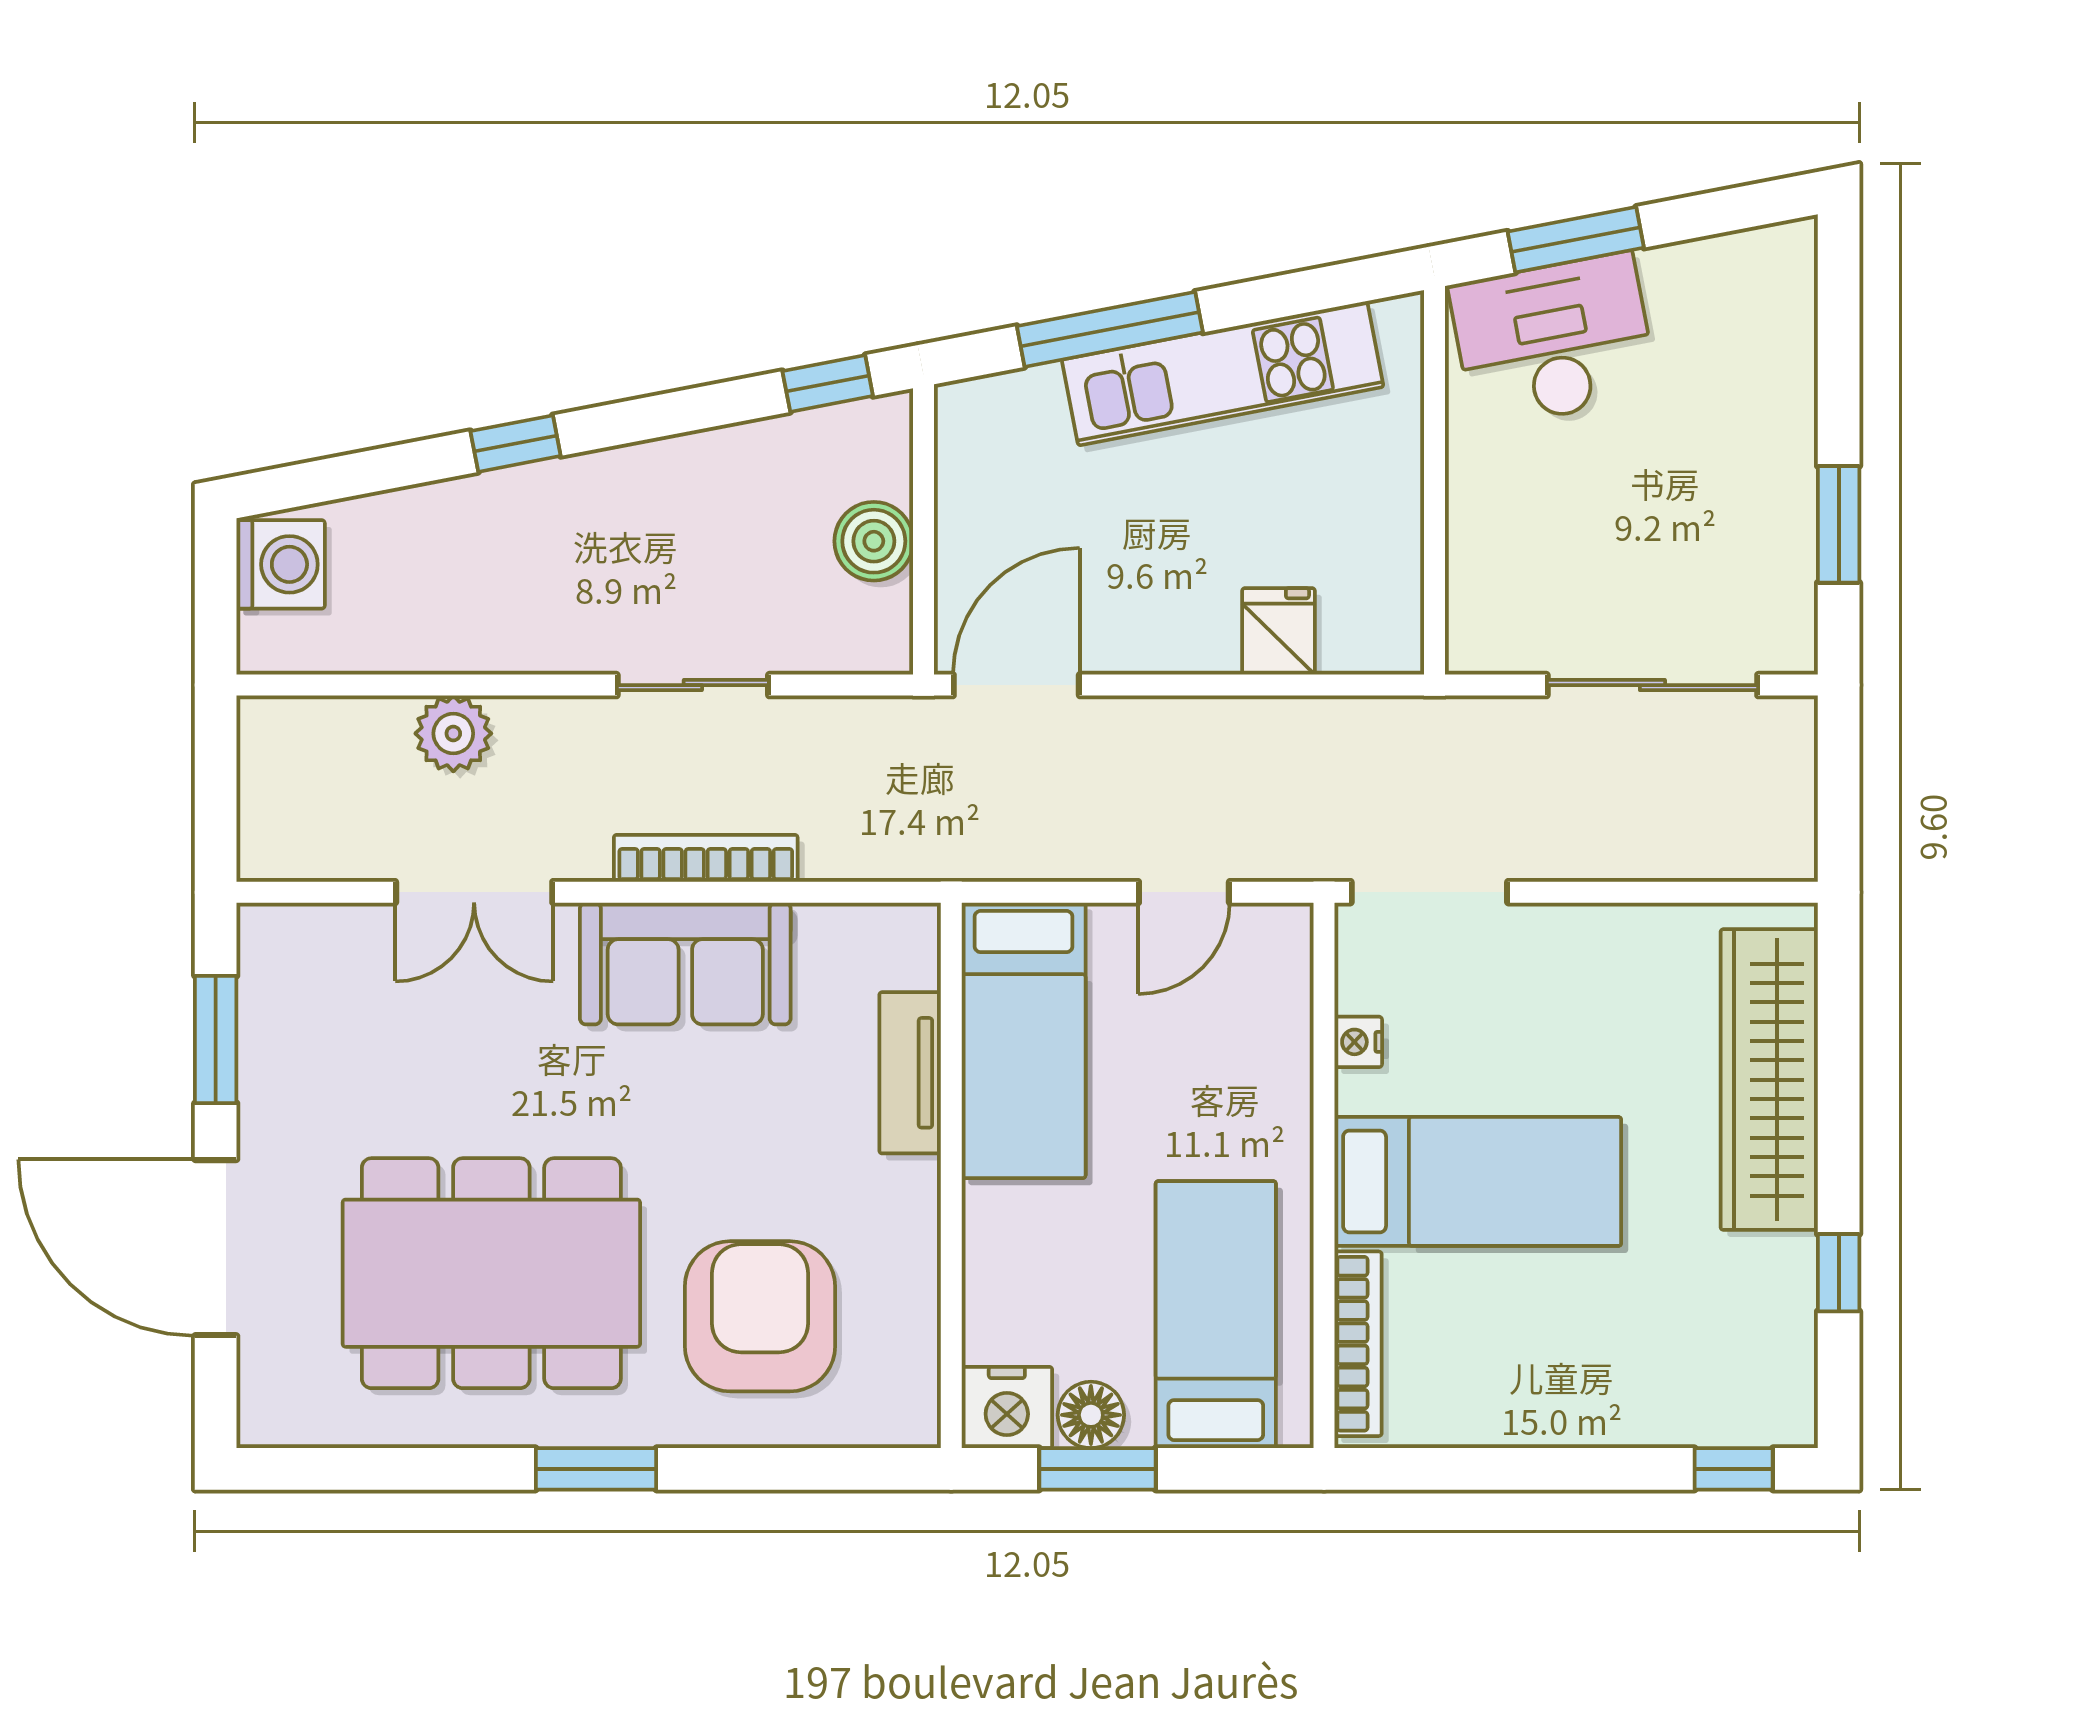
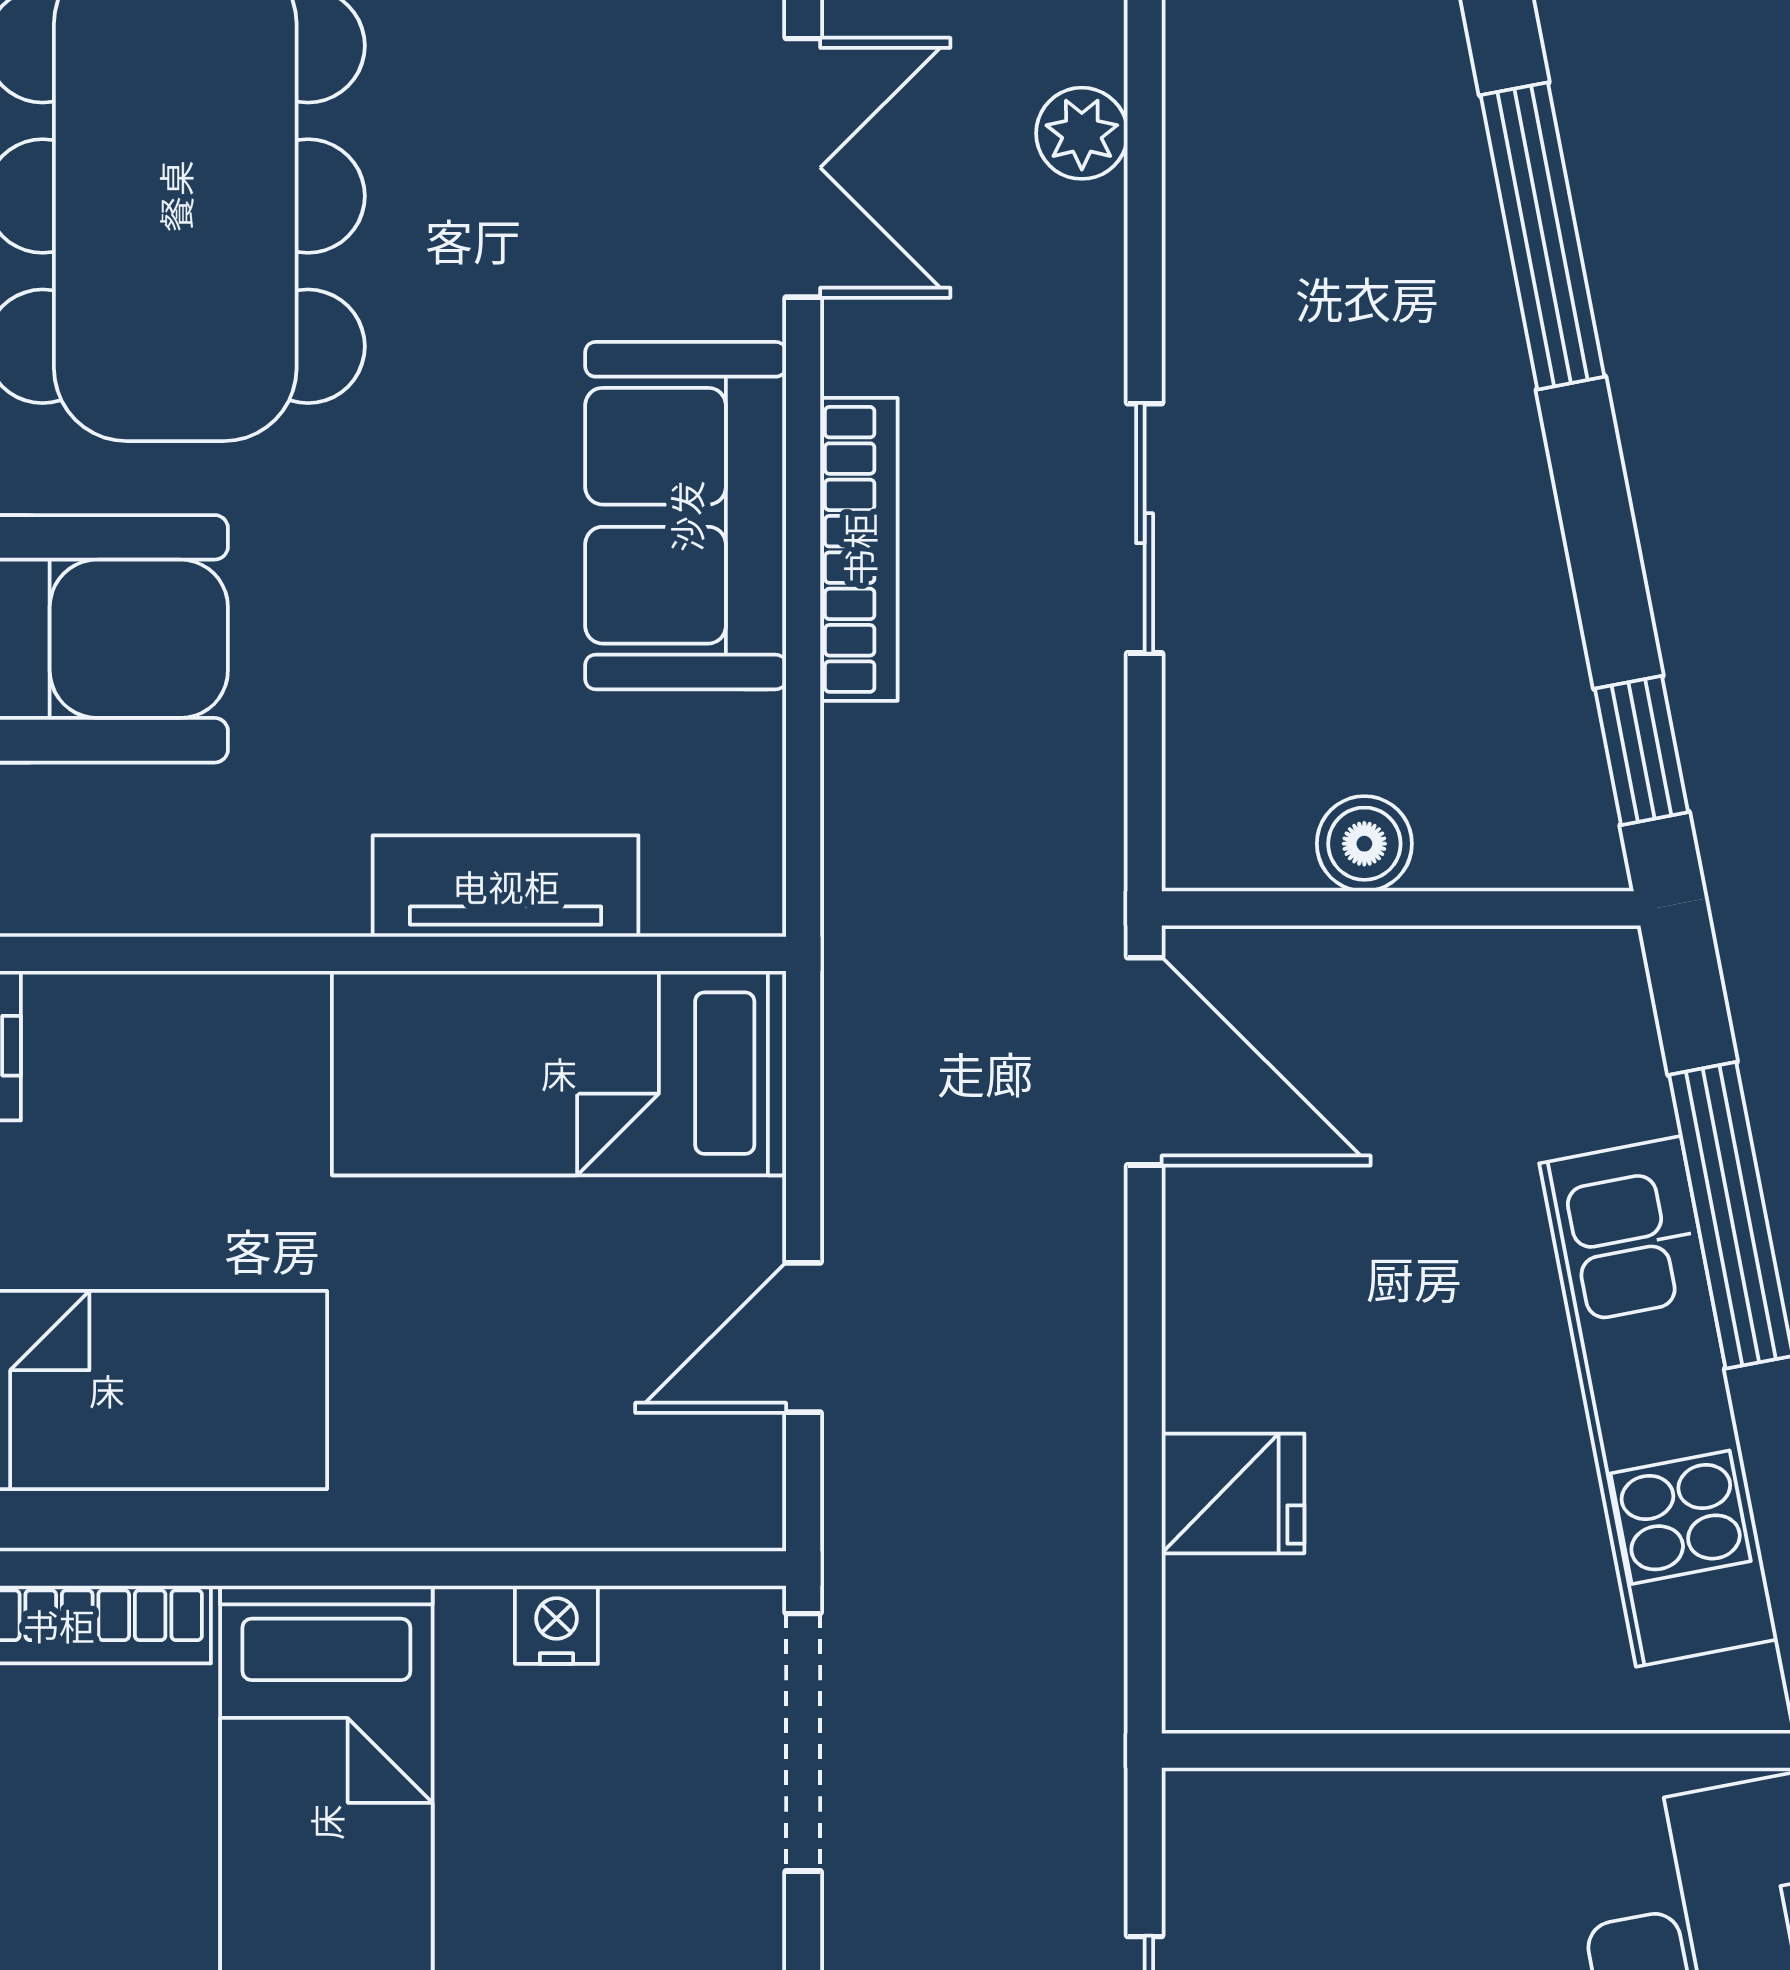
window: (516, 444) -> (1543, 236), width x2.17
boiler: (874, 541) -> (1364, 844), width x0.73, depth x0.73
plant: (453, 733) -> (1082, 133), width x0.73, depth x0.73
double door: (474, 892) -> (803, 168), swing flipped
door: (1184, 892) -> (803, 1337), hinge flipped

